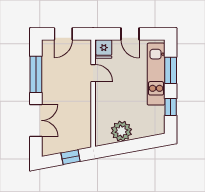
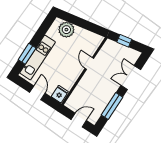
door: (93, 73) -> (89, 63), moved
window: (171, 107) -> (42, 31), removed
plant: (121, 131) -> (66, 30), moved

